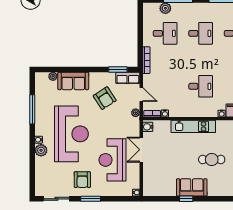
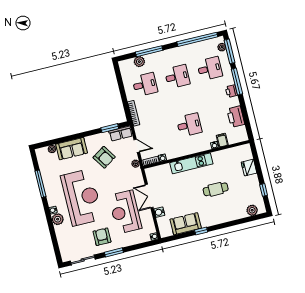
water cooler: (148, 127) -> (159, 212), moved
armchair: (82, 180) -> (102, 237), turned 180
sofa: (192, 187) -> (186, 224), moved

